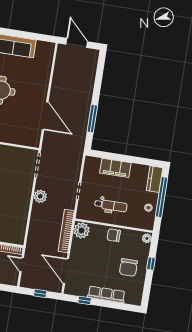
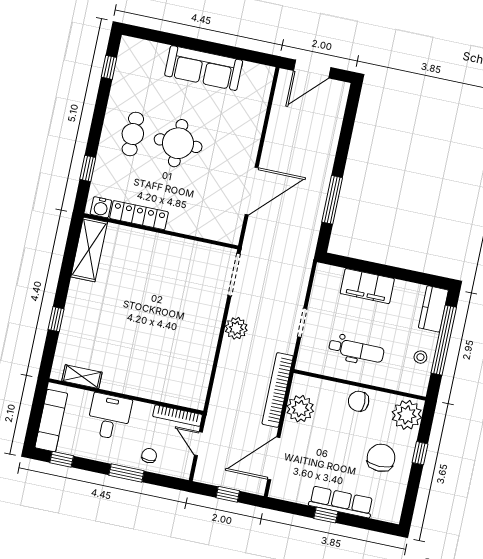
door: (77, 43) -> (312, 69), swing flipped
door: (45, 116) -> (252, 191), hinge flipped
plant: (82, 230) -> (300, 409), moved
plant: (147, 238) -> (407, 415), width x1.87, depth x1.87
chair: (128, 268) -> (381, 458), turned 180
door: (66, 271) -> (274, 458), hinge flipped
window: (85, 300) -> (326, 515), moved

